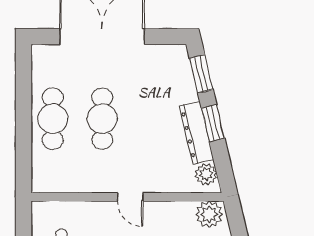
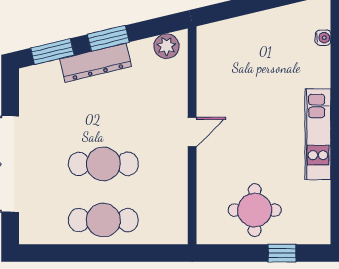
dresser: (196, 133) -> (96, 63), moved
plant: (209, 214) -> (212, 43), removed

